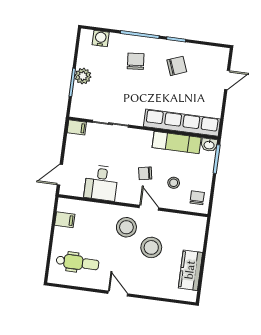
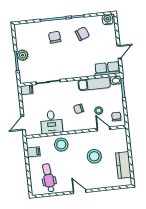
water cooler: (101, 38) -> (108, 20), moved
door: (227, 80) -> (119, 52), moved
row of seats: (182, 123) -> (107, 69), width x0.50
door: (149, 208) -> (104, 129), moved
stool: (126, 227) -> (61, 145), moved
dental chair: (78, 263) -> (49, 178), turned -96

